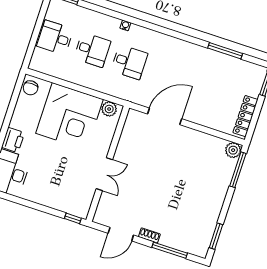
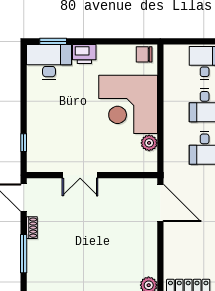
wall: (108, 164) -> (92, 175), moved
double door: (104, 174) -> (80, 175), moved

